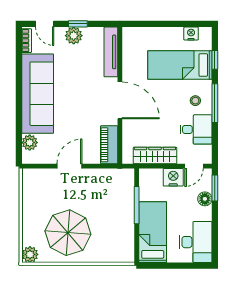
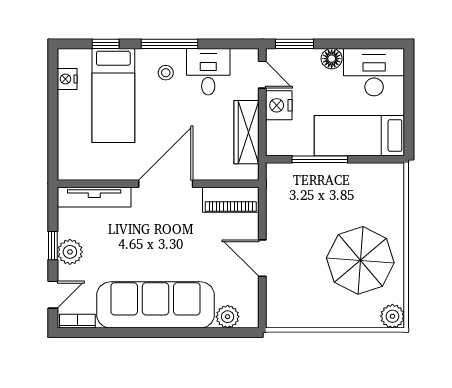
floor lamp: (205, 199) -> (332, 59), moved

